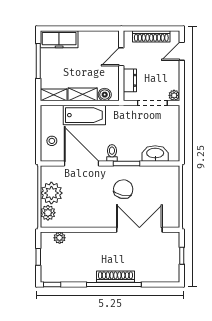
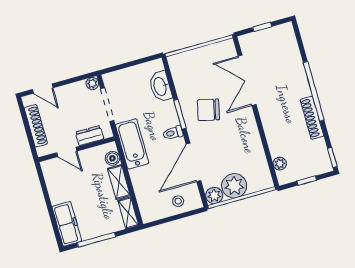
bathtub: (84, 115) -> (132, 144), moved
plant: (48, 213) -> (214, 196), moved
shoe rack: (115, 277) -> (312, 118), moved

